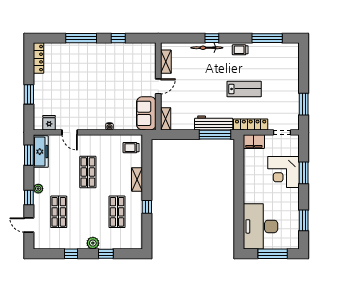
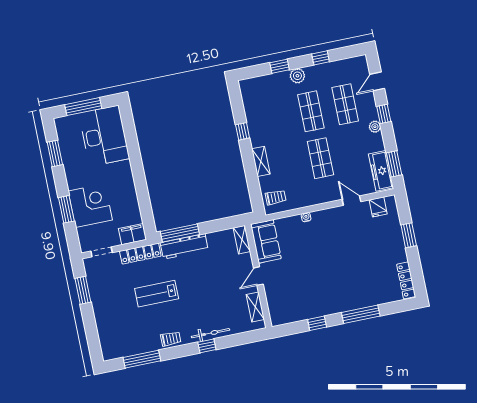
shop shelf: (117, 212) -> (311, 111), moved
door: (29, 225) -> (377, 81), swing flipped

